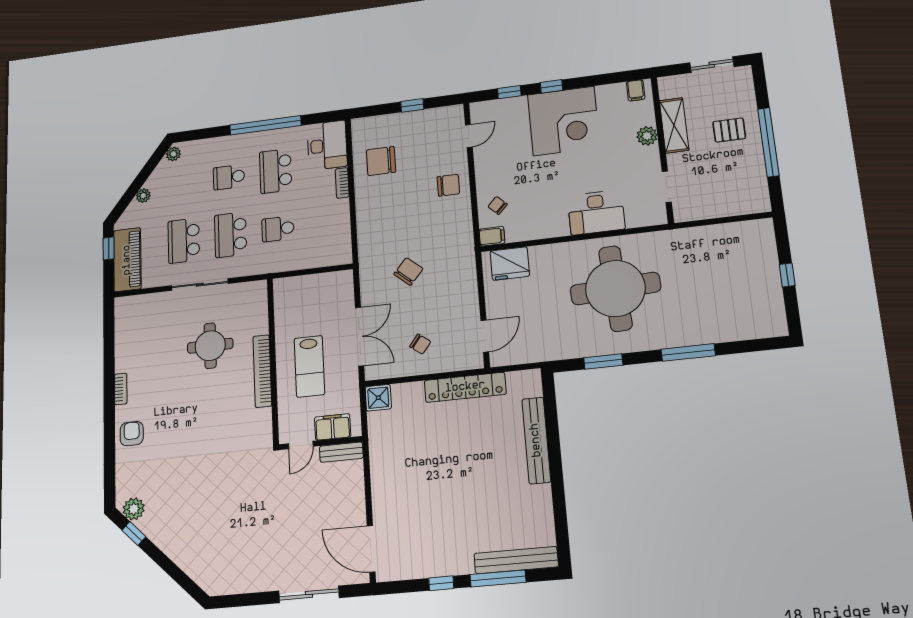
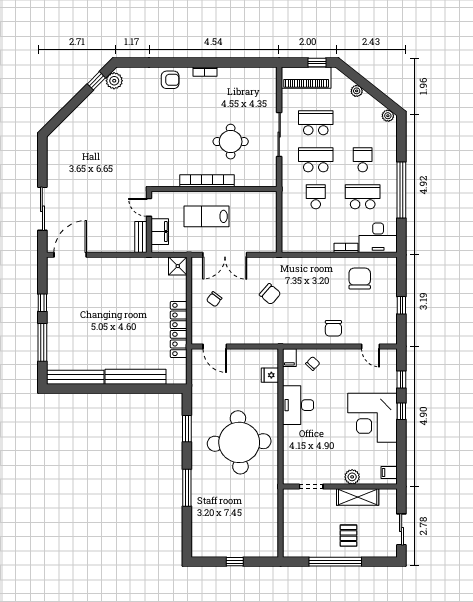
desk: (596, 212) -> (298, 405), moved
fridge: (510, 263) -> (270, 375), width x0.53, depth x0.75
bench: (516, 560) -> (75, 377), moved, turned 90

